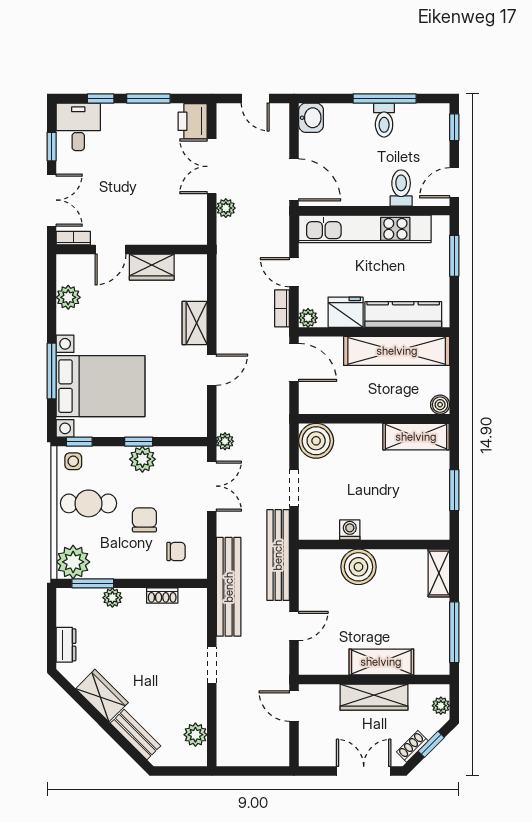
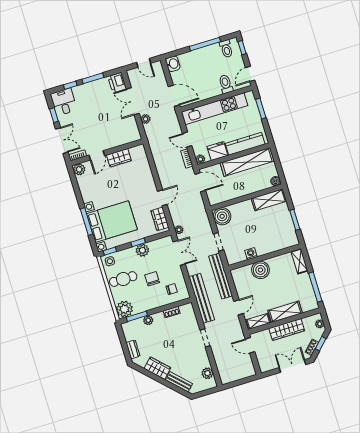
toilet: (384, 120) -> (226, 49), moved
plant: (68, 297) -> (79, 169), moved
wardrobe: (195, 323) -> (160, 219), moved
shelving: (324, 665) -> (258, 321), added

